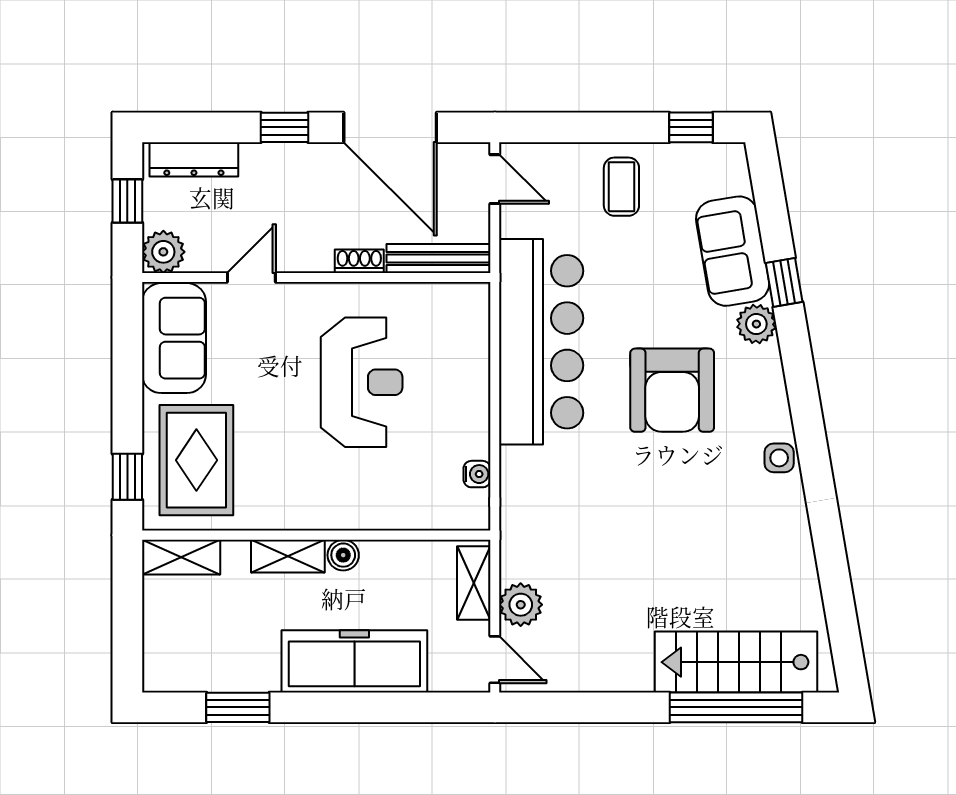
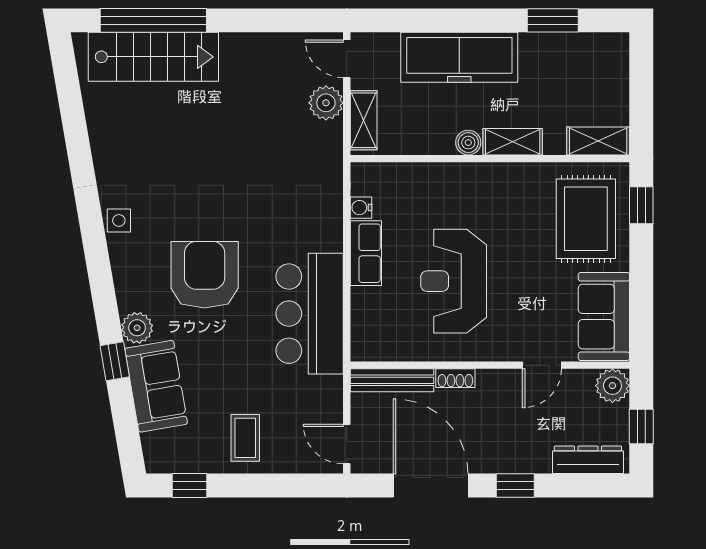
bar counter: (541, 342) -> (310, 314), width x0.73
row of seats: (471, 417) -> (366, 253), added

